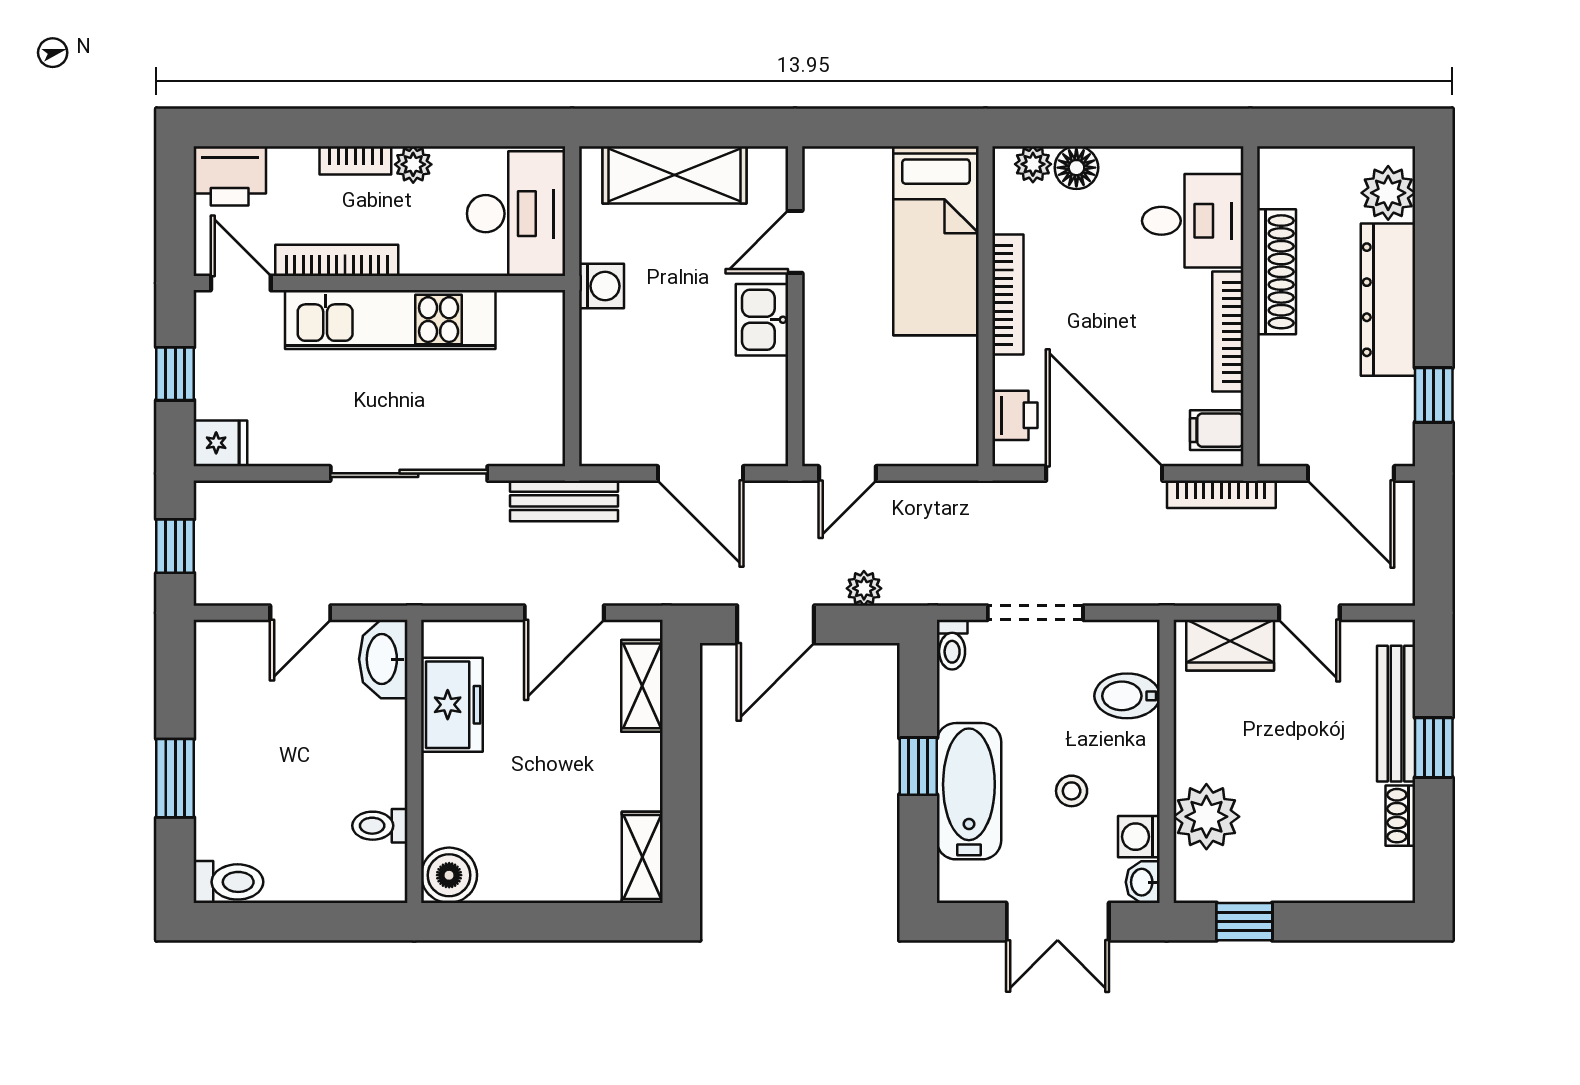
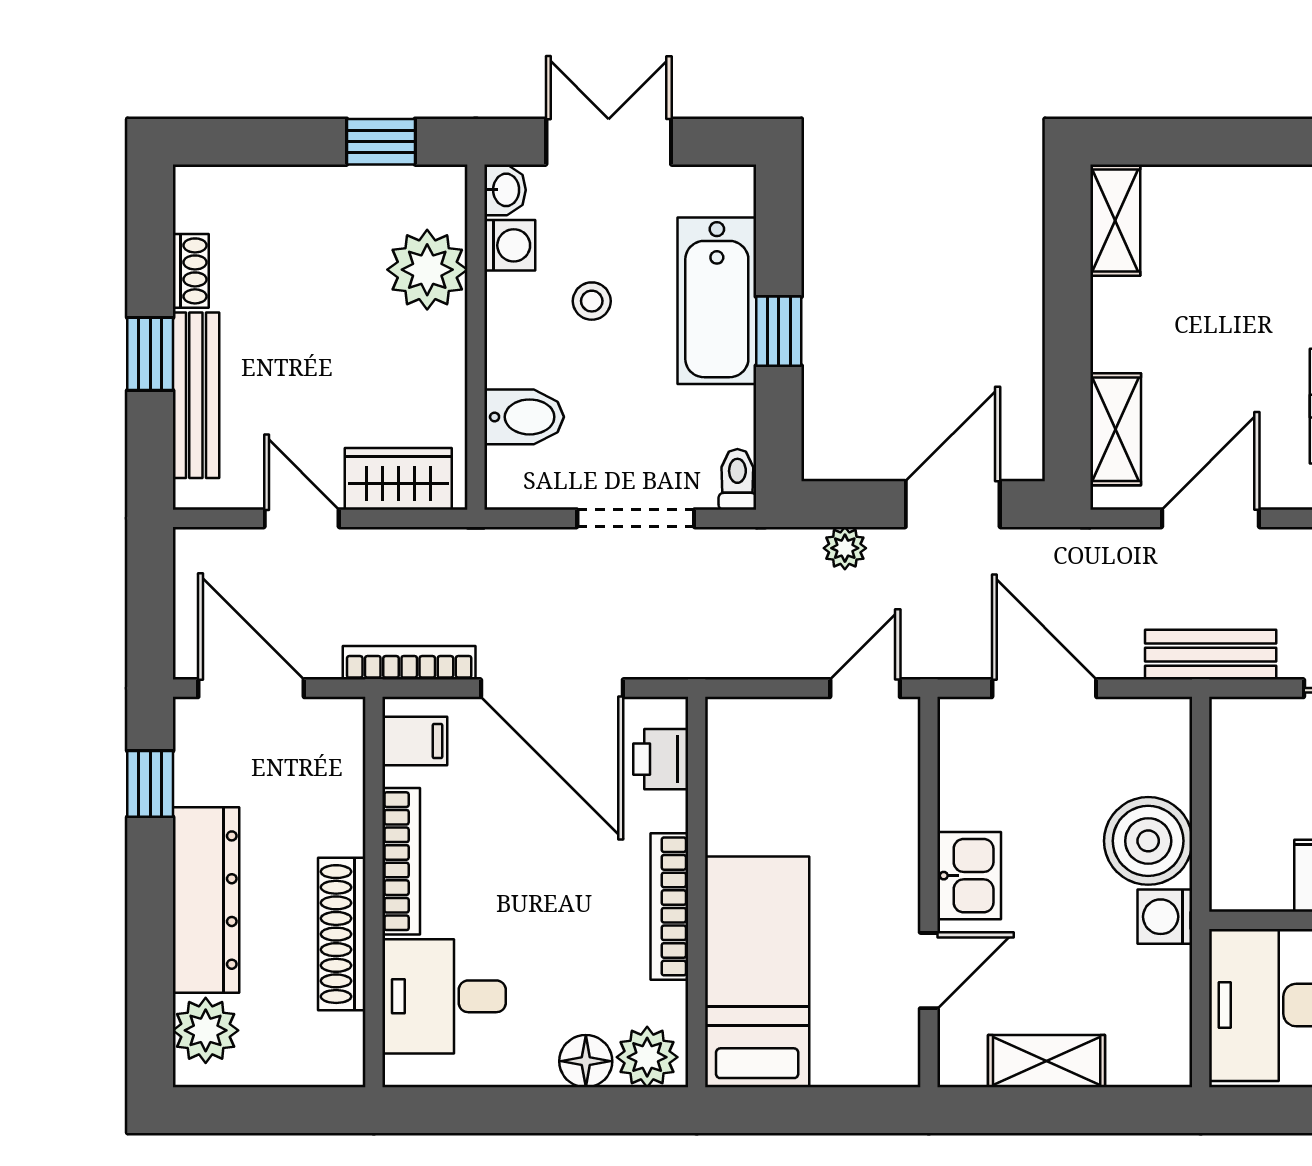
plant: (1033, 164) -> (647, 1057), width x1.38, depth x1.38
shelving: (675, 175) -> (1047, 1061), width x0.67, depth x0.75
boiler: (615, 348) -> (1148, 841), added

